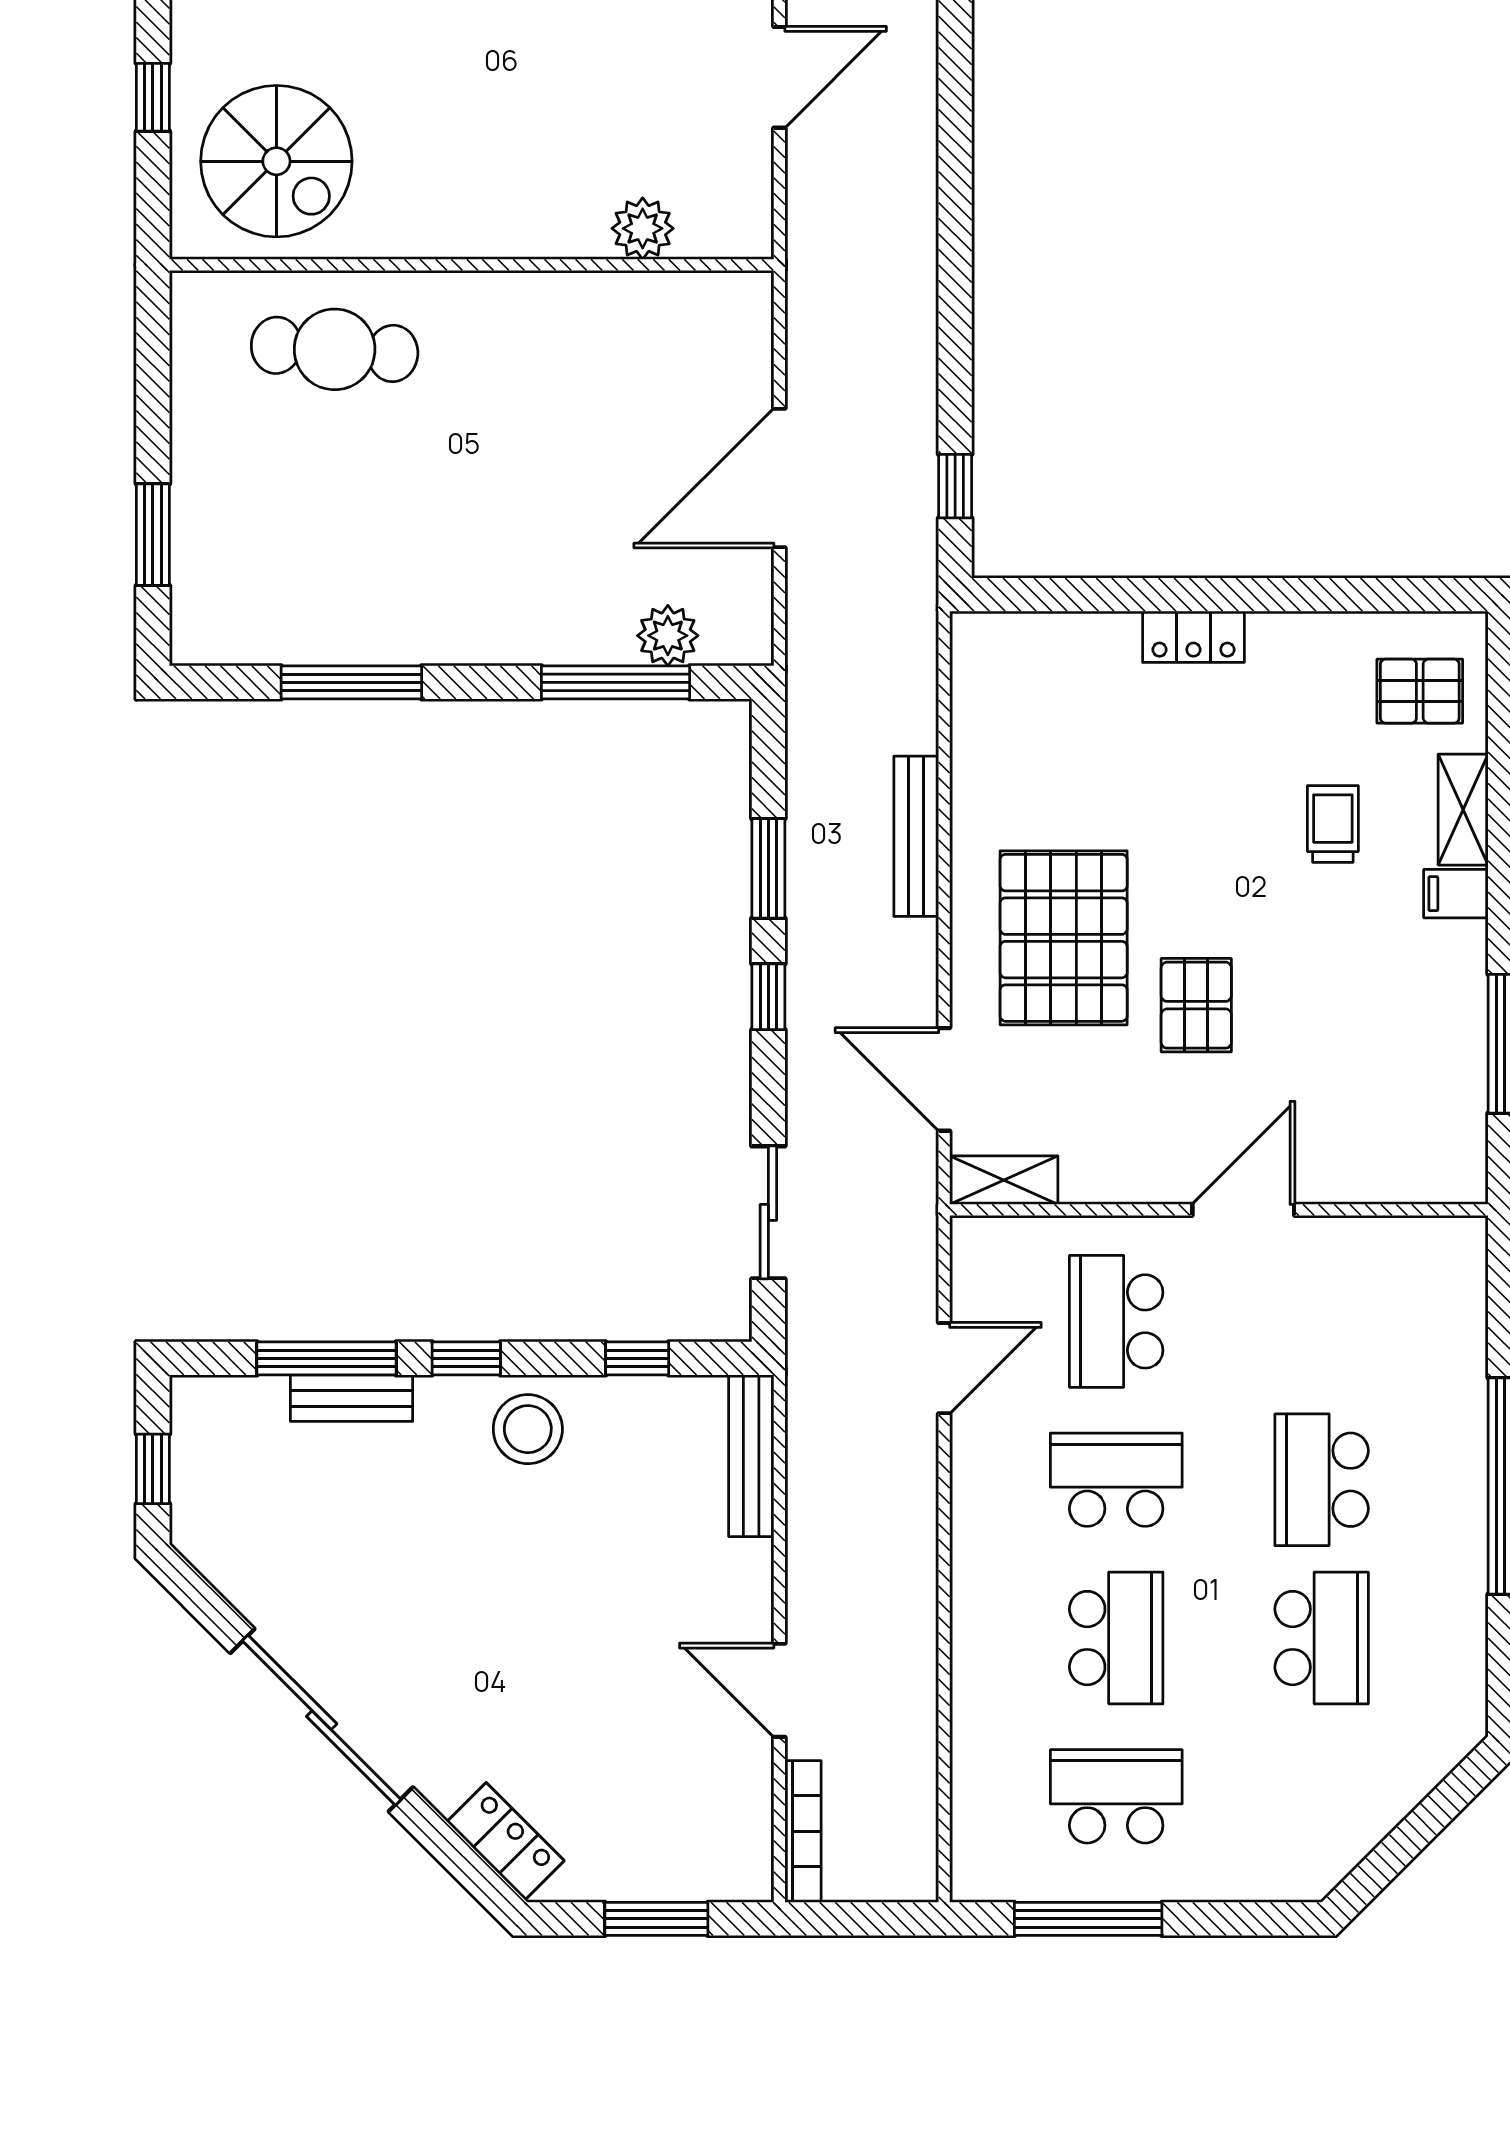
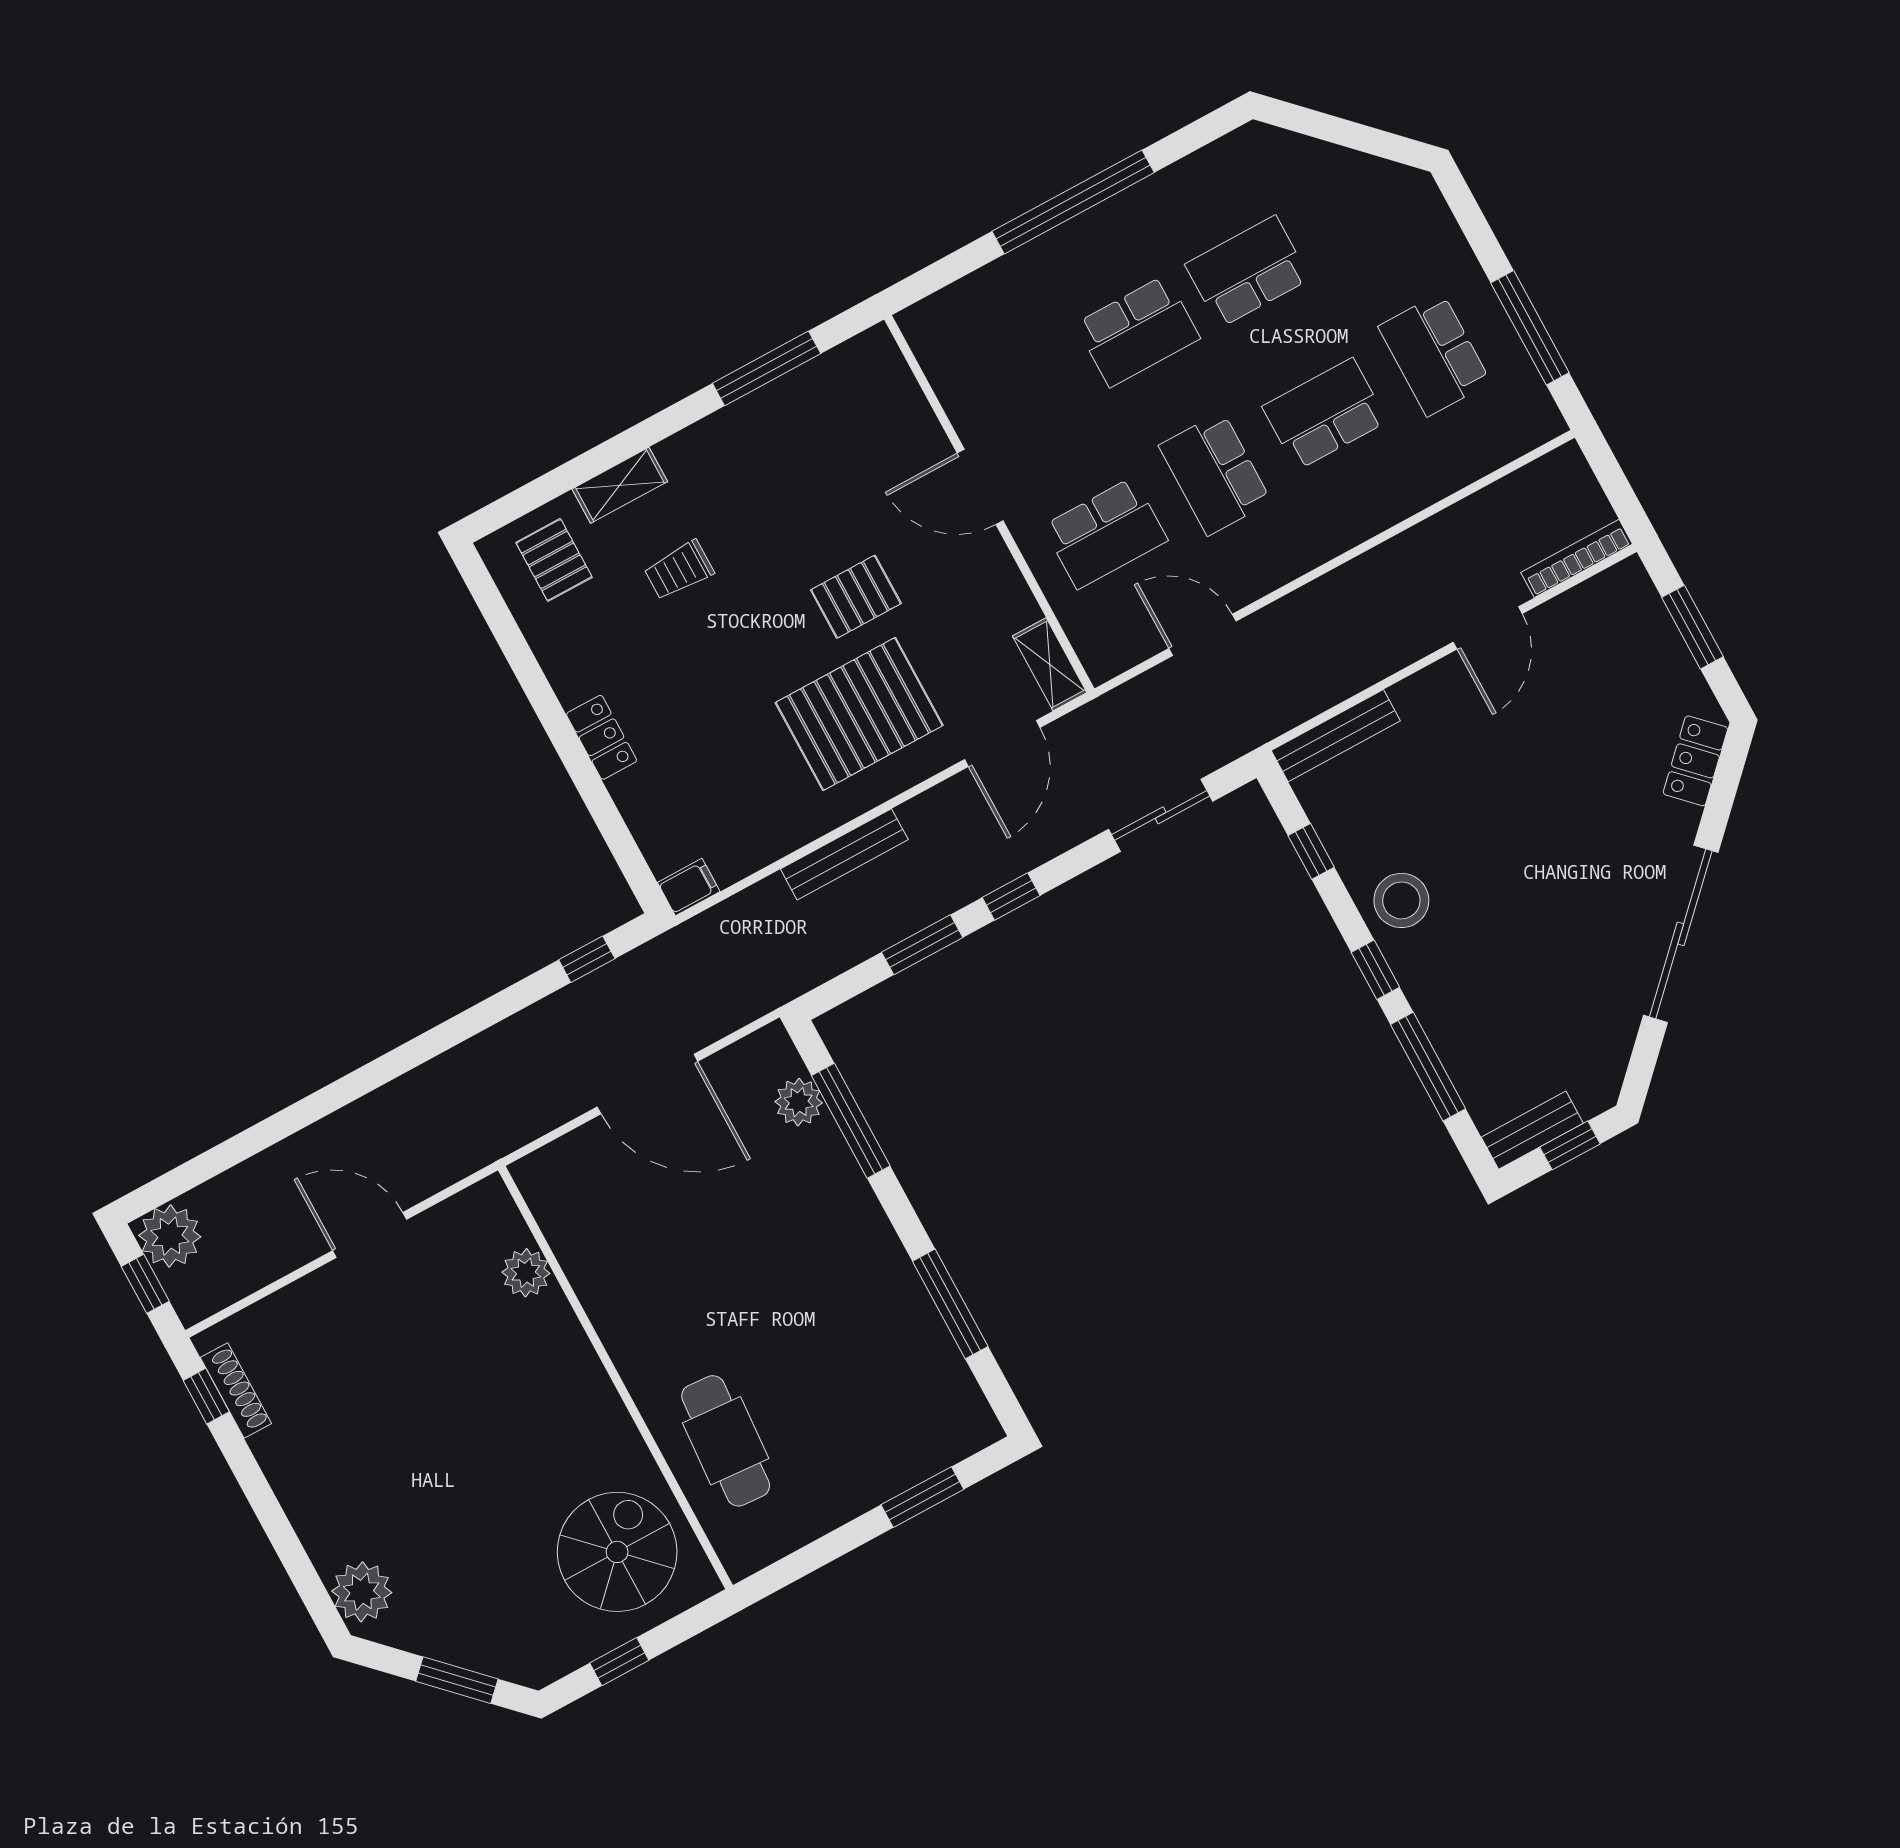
filing cabinet: (1456, 894) -> (689, 887), moved, turned -90
bench: (352, 1398) -> (1532, 1130), moved, turned 90

